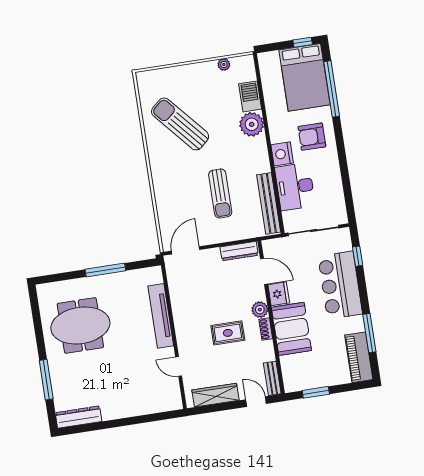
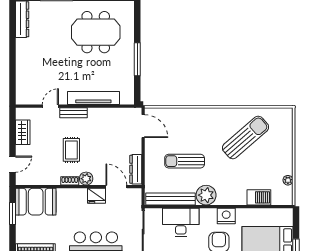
plant: (252, 124) -> (206, 195), moved
nightstand: (282, 154) -> (226, 216), moved
door: (264, 271) -> (116, 187), swing flipped
meeting table: (80, 325) -> (96, 32), turned 90
booth: (291, 329) -> (36, 202), moved
bench: (272, 378) -> (73, 113), moved
wardrobe: (216, 395) -> (23, 132), width x0.67

